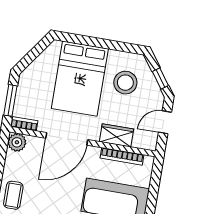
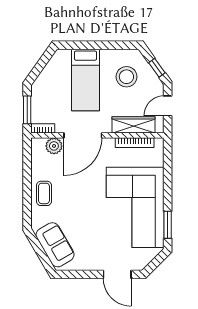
bed: (80, 79) -> (85, 80), width x0.67
wardrobe: (116, 135) -> (134, 125), width x1.50
plant: (17, 142) -> (54, 146), moved

